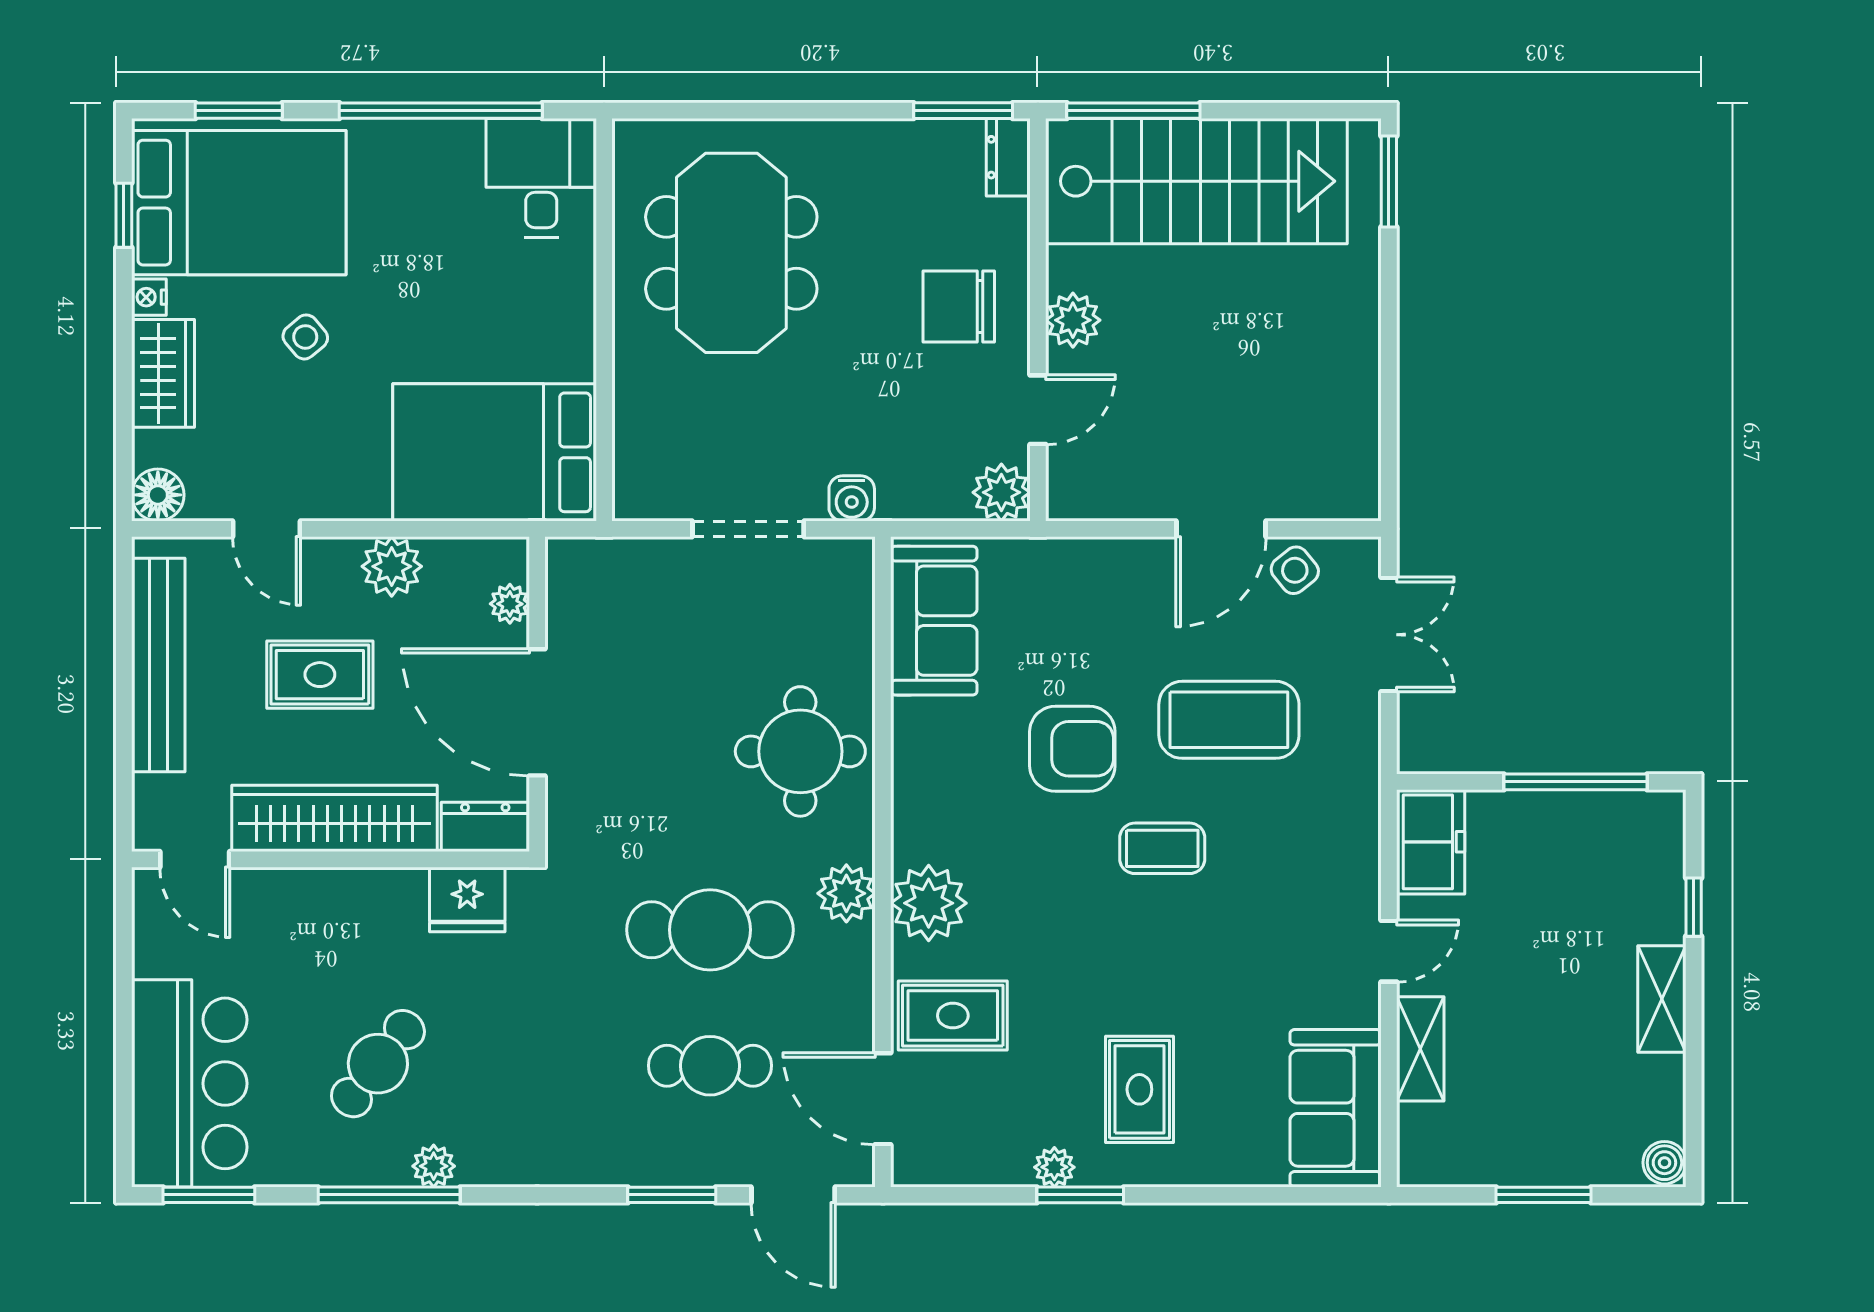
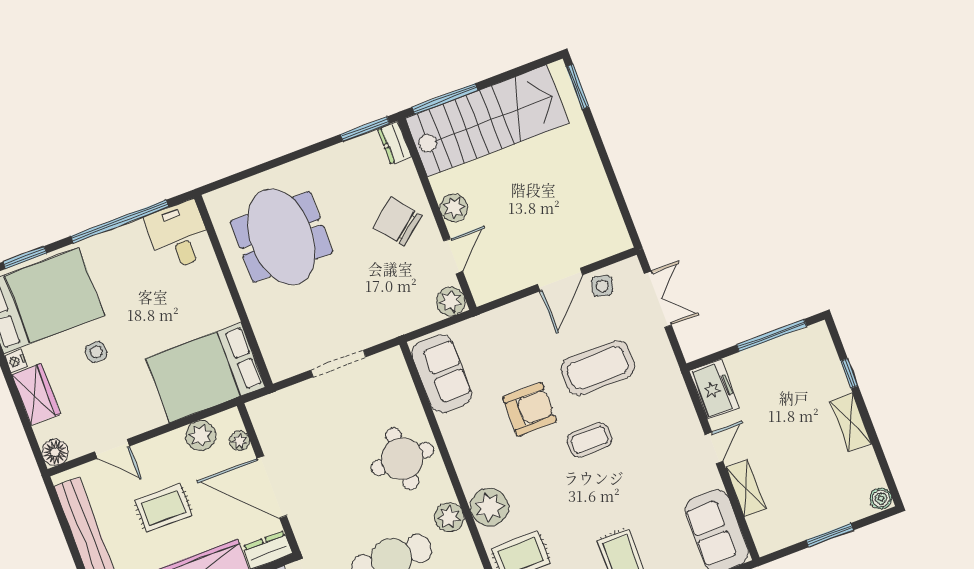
chair: (959, 306) -> (398, 222), turned 51
side table: (305, 337) -> (96, 352), turned 38
water cooler: (852, 498) -> (381, 331), removed
plant: (392, 566) -> (201, 436), moved
side table: (1295, 570) -> (602, 286), turned -35

